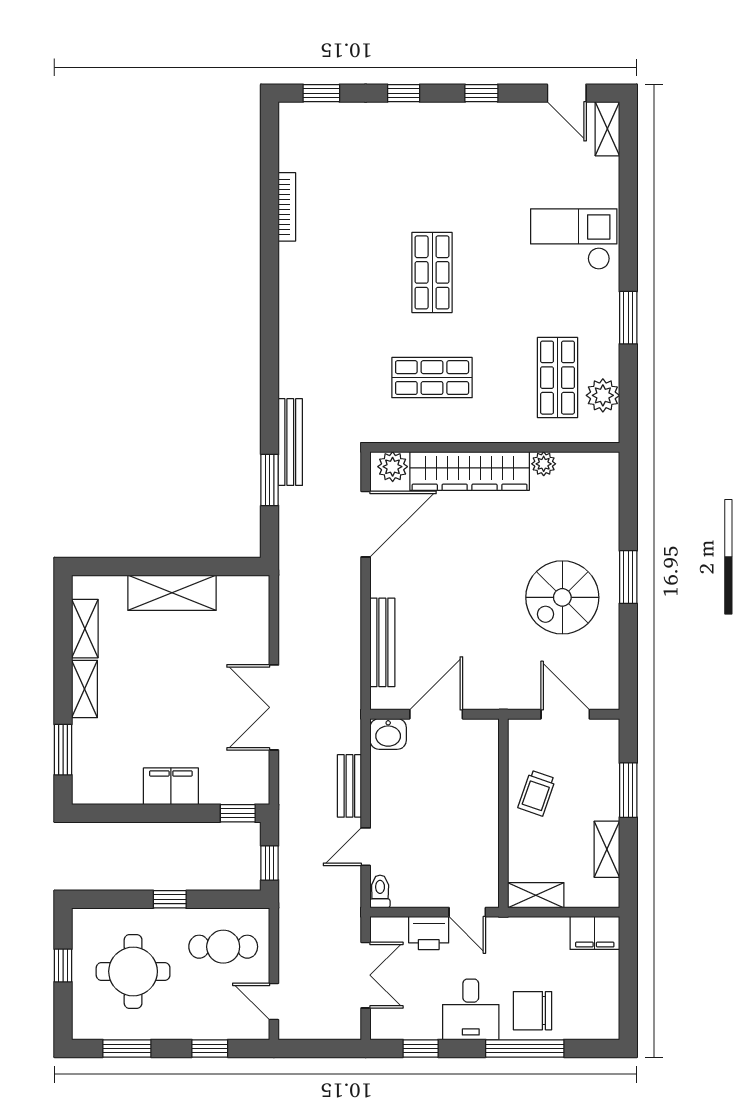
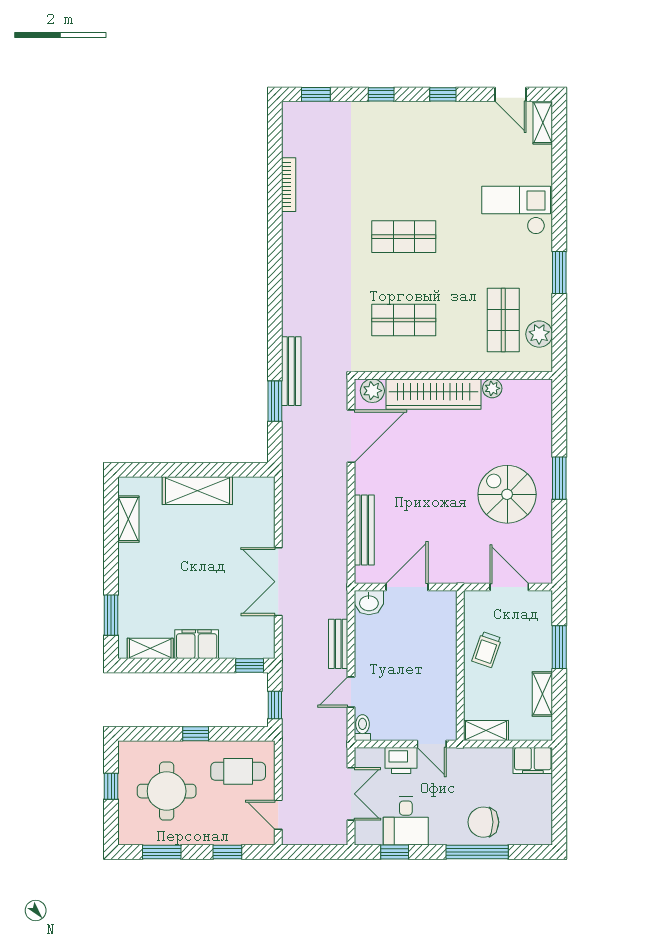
shop shelf: (432, 272) -> (404, 237), turned 90
spiral stairs: (562, 597) -> (507, 494), turned 90
shelving: (85, 689) -> (150, 648), moved, turned 90
desk: (471, 1009) -> (406, 821), moved

